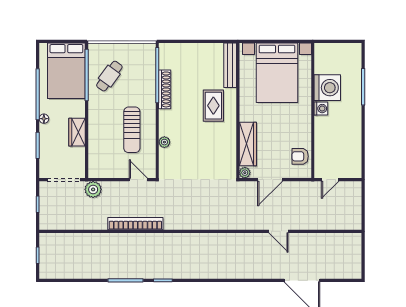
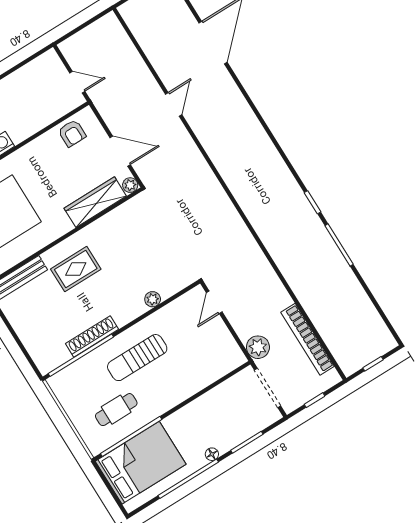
cafe table: (109, 76) -> (116, 410), turned -36
sun lounger: (132, 130) -> (137, 358), moved, turned 180
wardrobe: (77, 132) -> (204, 407), removed
bookcase: (135, 224) -> (308, 339), moved

